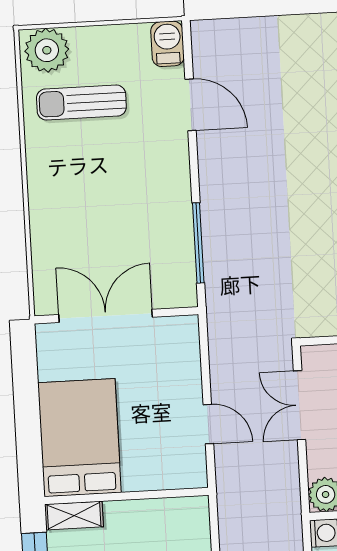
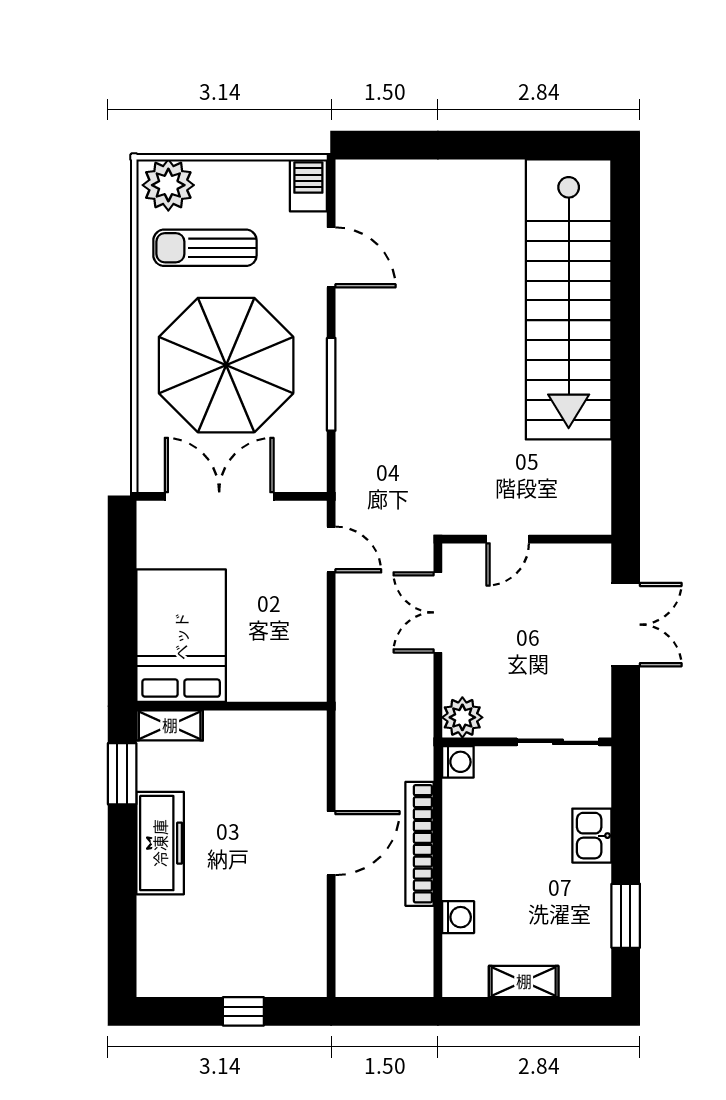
parasol: (105, 202) -> (226, 365), added
window: (198, 243) -> (331, 384), moved
door: (208, 424) -> (331, 550), moved

